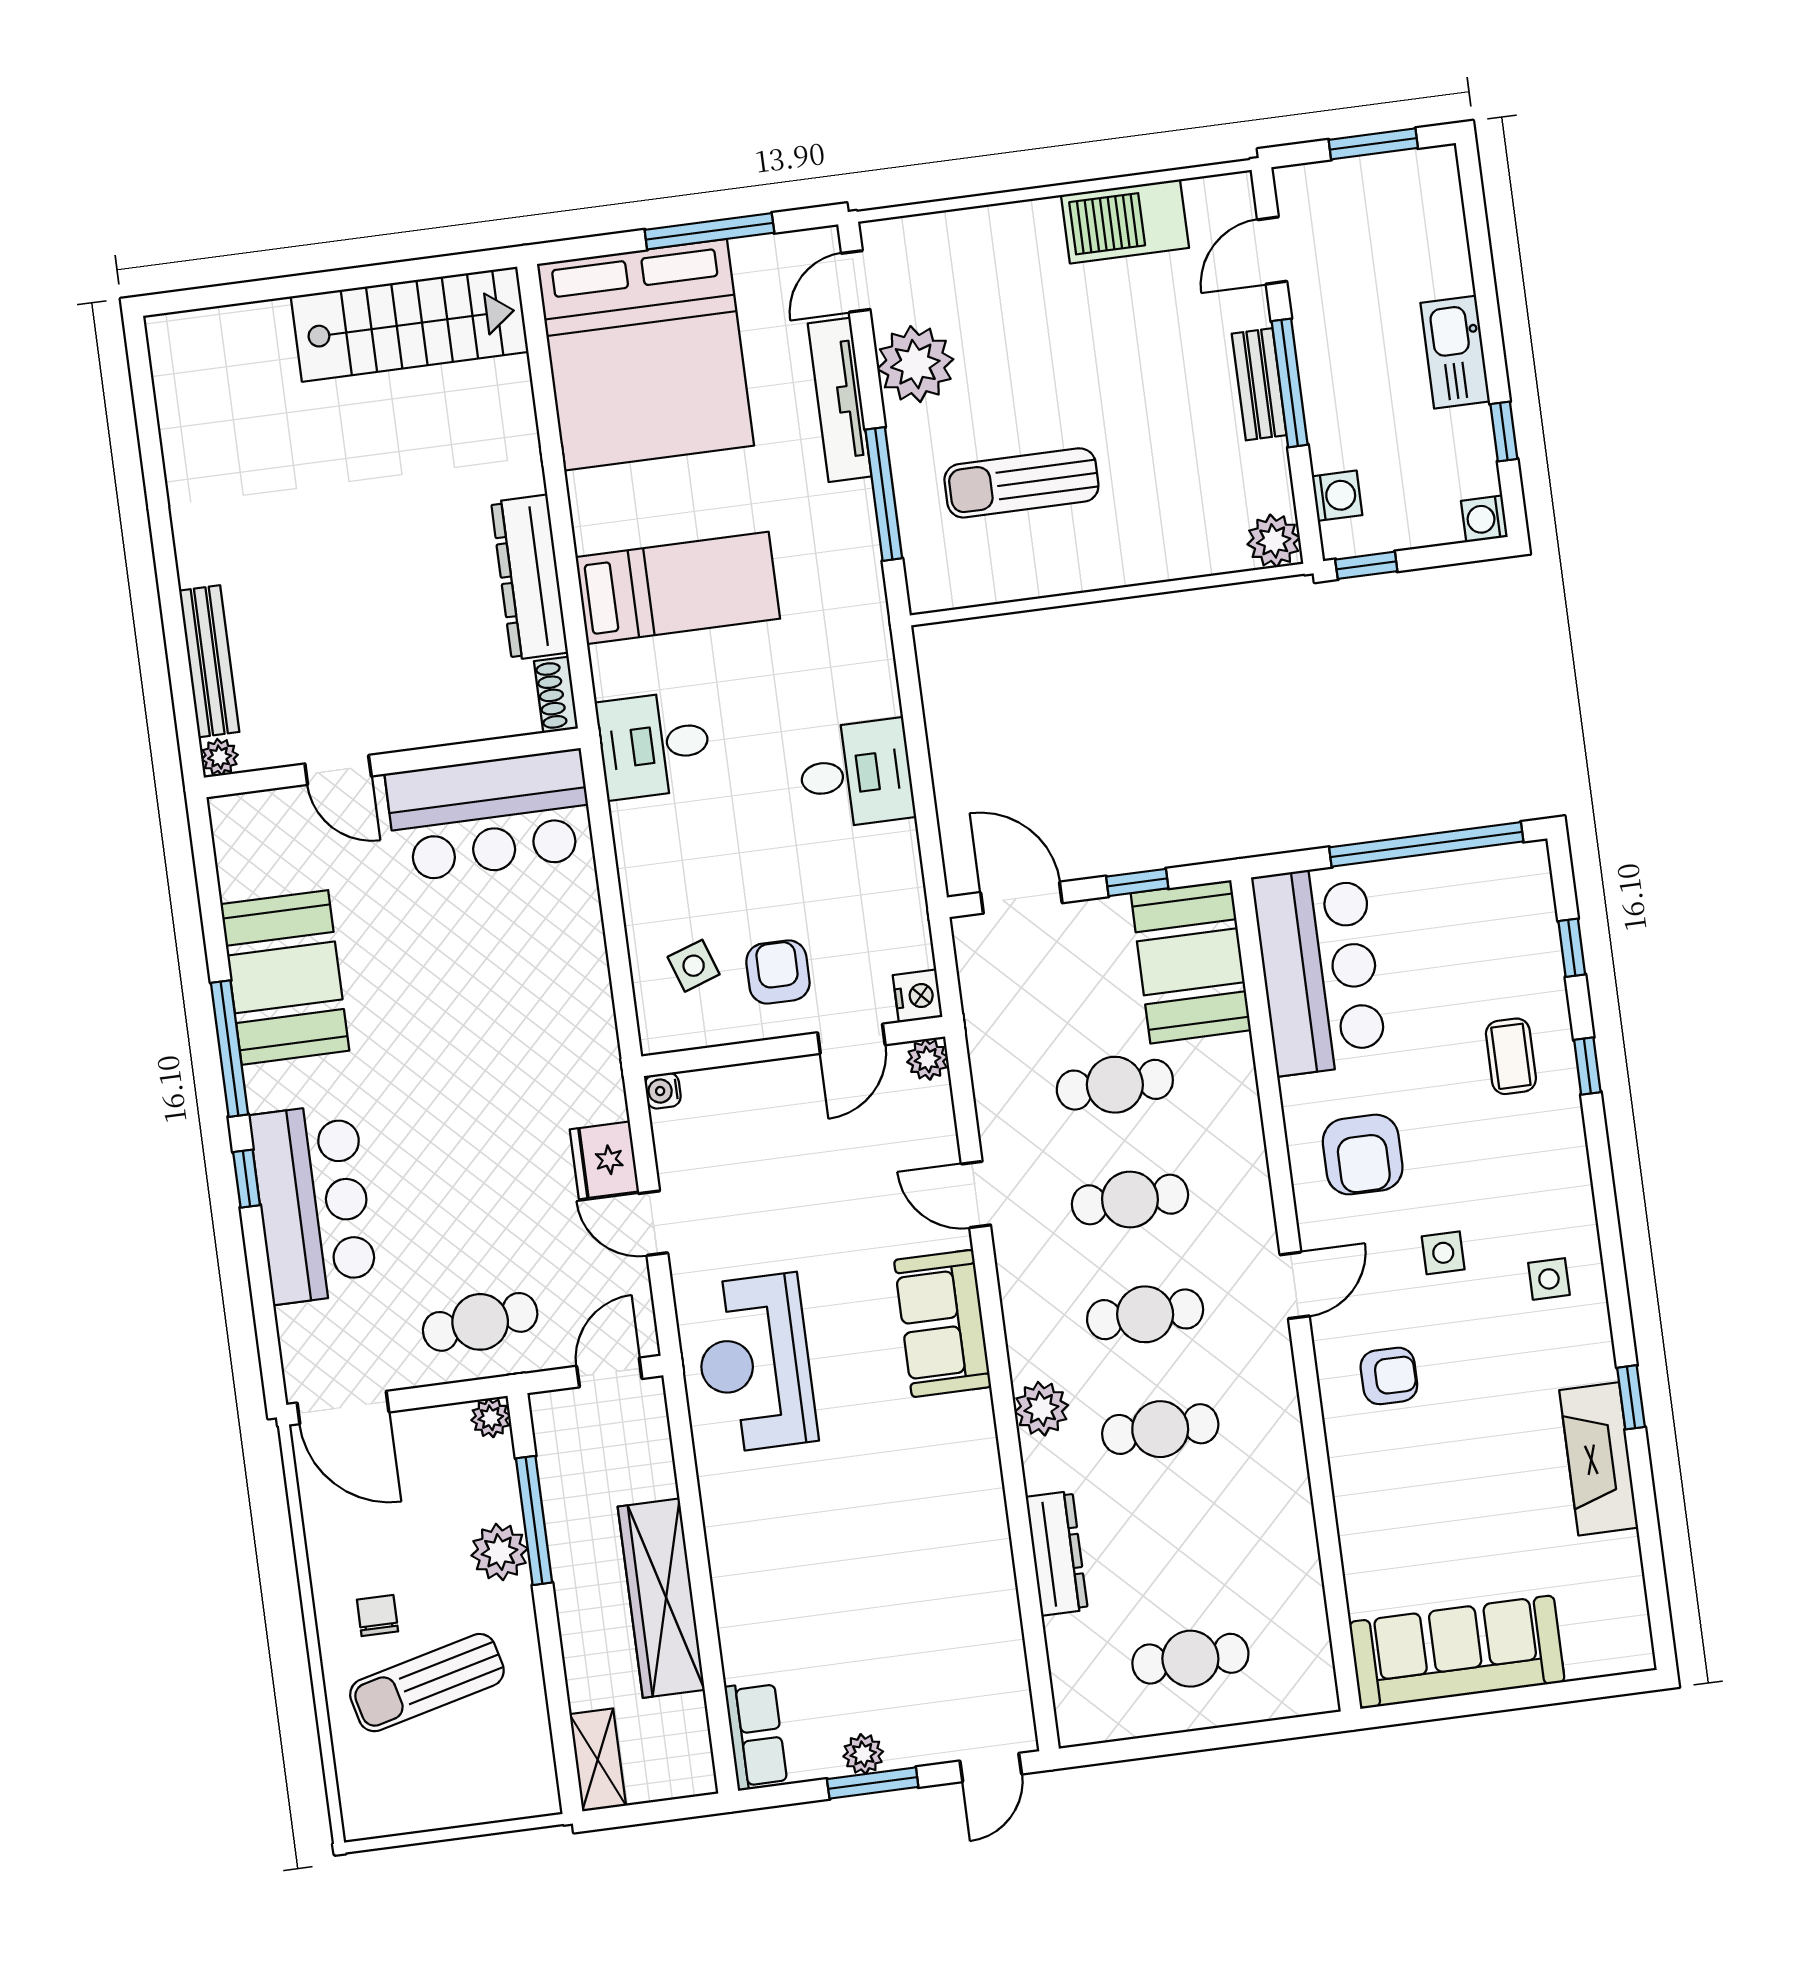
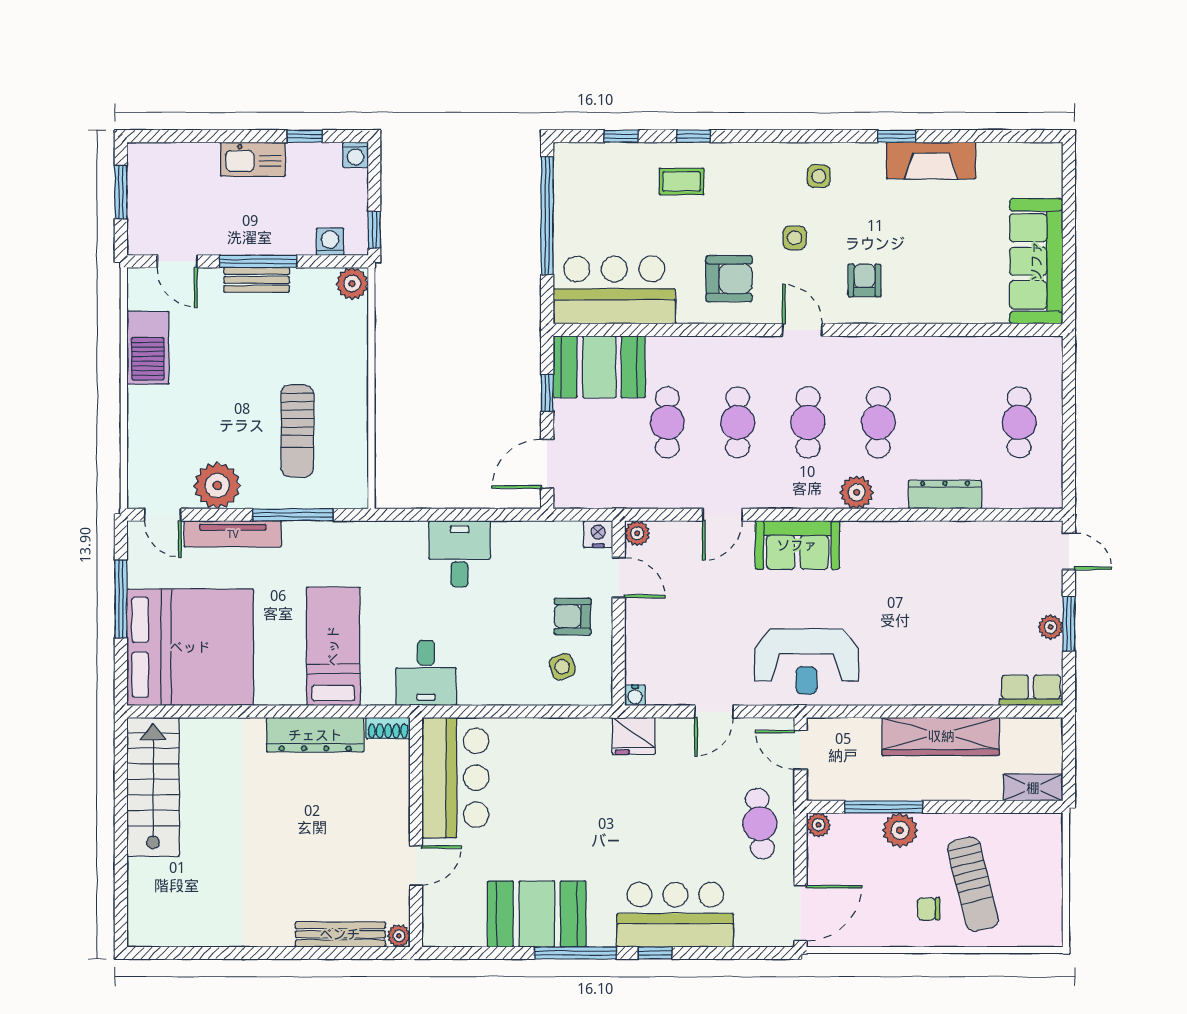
fridge: (604, 1160) -> (634, 736), moved

